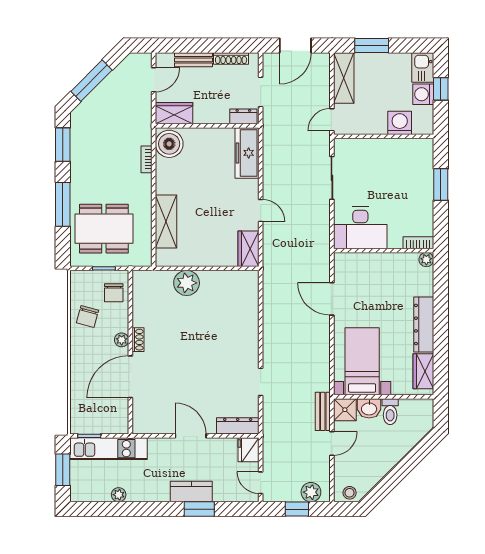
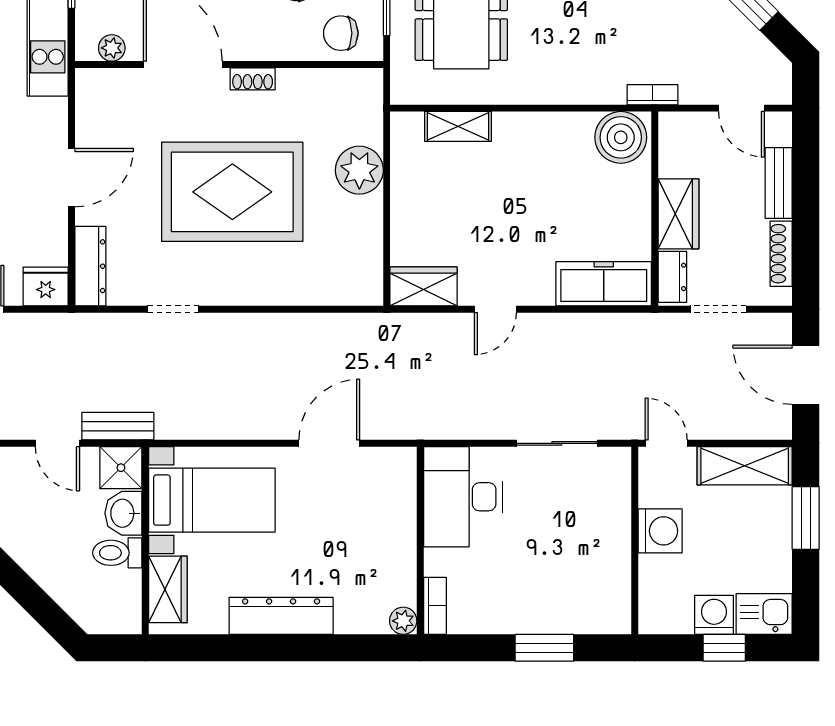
wardrobe: (174, 113) -> (678, 214), moved
washing machine: (400, 123) -> (660, 531), moved
bookcase: (146, 159) -> (652, 95), moved
shelving: (166, 222) -> (458, 126), width x0.67, depth x0.75
plant: (122, 340) -> (112, 48), moved
rug: (198, 350) -> (232, 192), added
wardrobe: (423, 371) -> (168, 589), moved, turned 90

